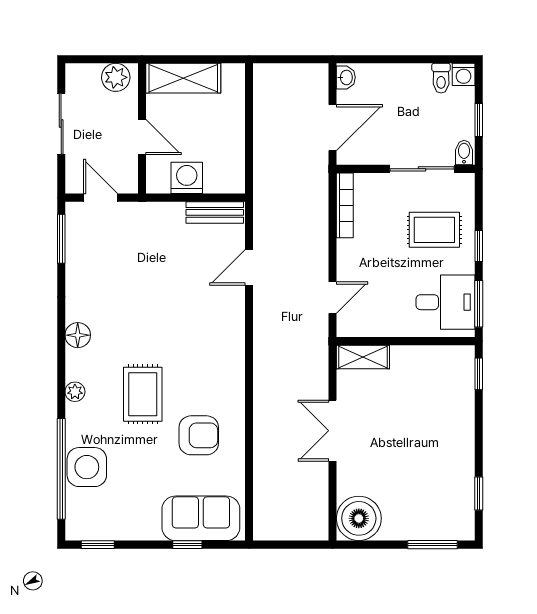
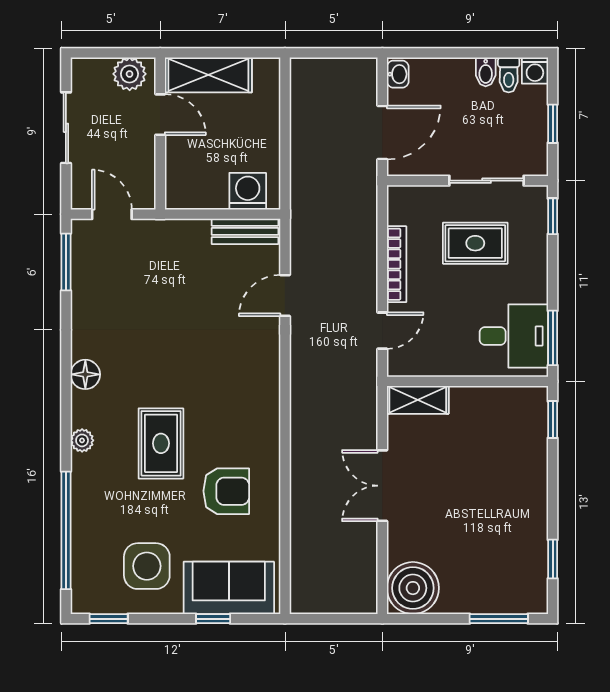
door: (142, 137) -> (160, 115), moved
bidet: (464, 153) -> (486, 72), moved, turned 180
washing machine: (187, 178) -> (248, 191), moved
bookcase: (345, 205) -> (397, 264), moved
rug: (434, 230) -> (475, 243), moved
window: (479, 246) -> (553, 216), moved
side table: (87, 467) -> (147, 566), moved

